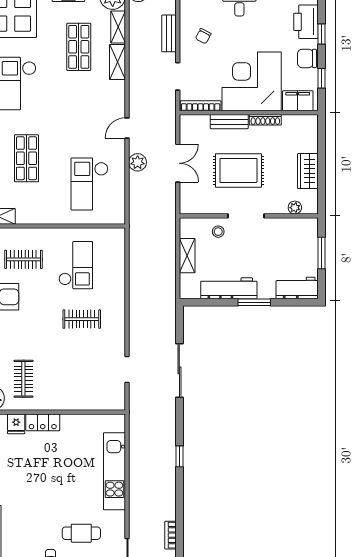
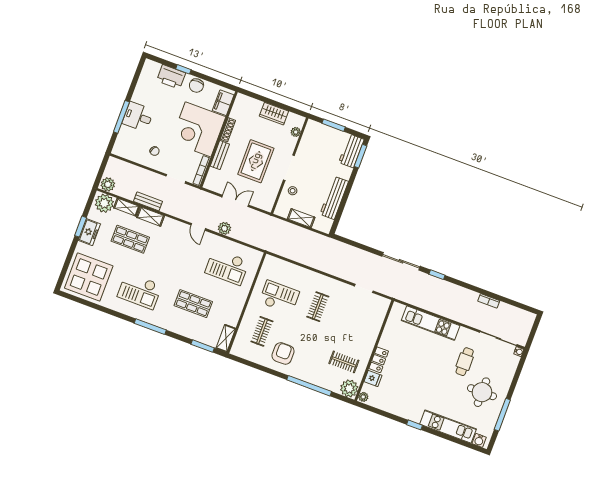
bench: (169, 33) -> (148, 201), moved
window: (322, 78) -> (214, 81), removed
window: (254, 302) -> (361, 156), moved
sliding door: (179, 370) -> (401, 261), moved

